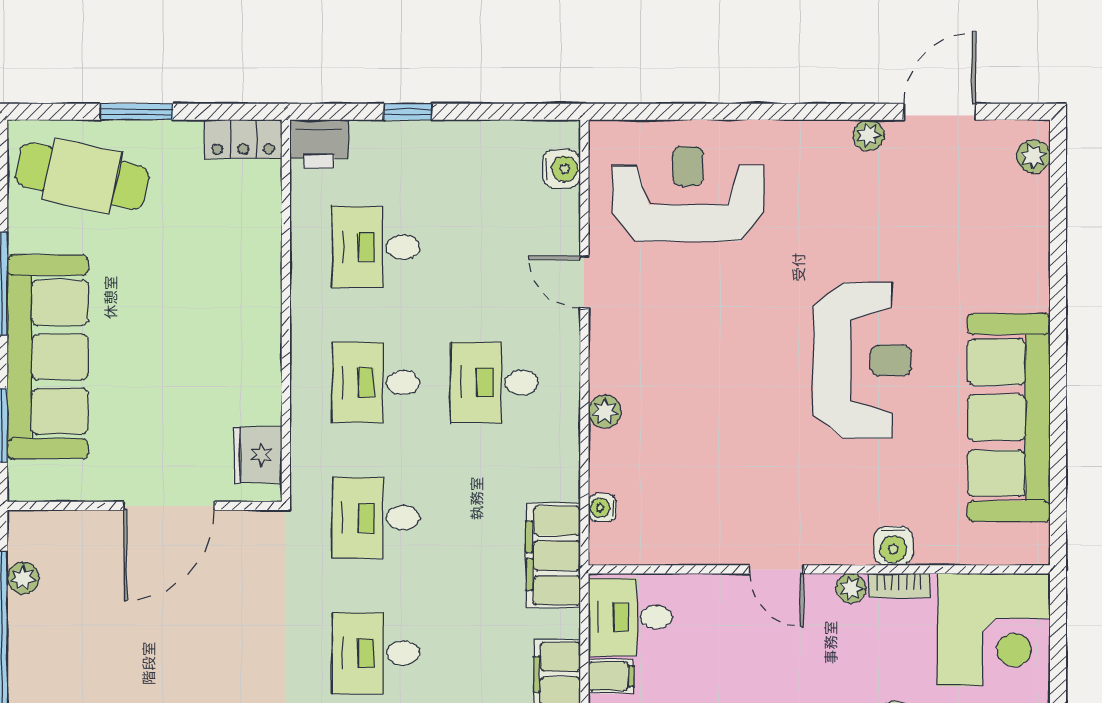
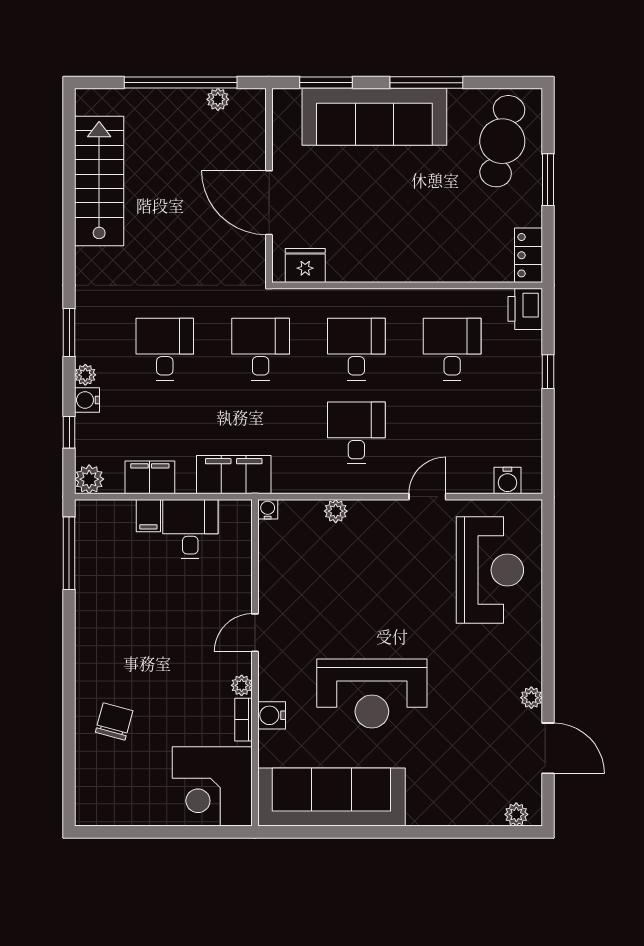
water cooler: (893, 546) -> (272, 715), moved
door: (777, 569) -> (255, 633), moved
wall: (819, 569) -> (255, 663), moved
bookcase: (899, 586) -> (244, 720), moved
plant: (851, 588) -> (242, 685), moved
corner desk: (994, 630) -> (212, 786), moved

